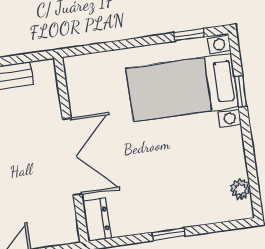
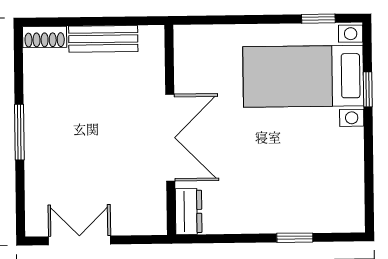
plant: (240, 189) -> (353, 198), removed
window: (168, 234) -> (295, 238), moved

